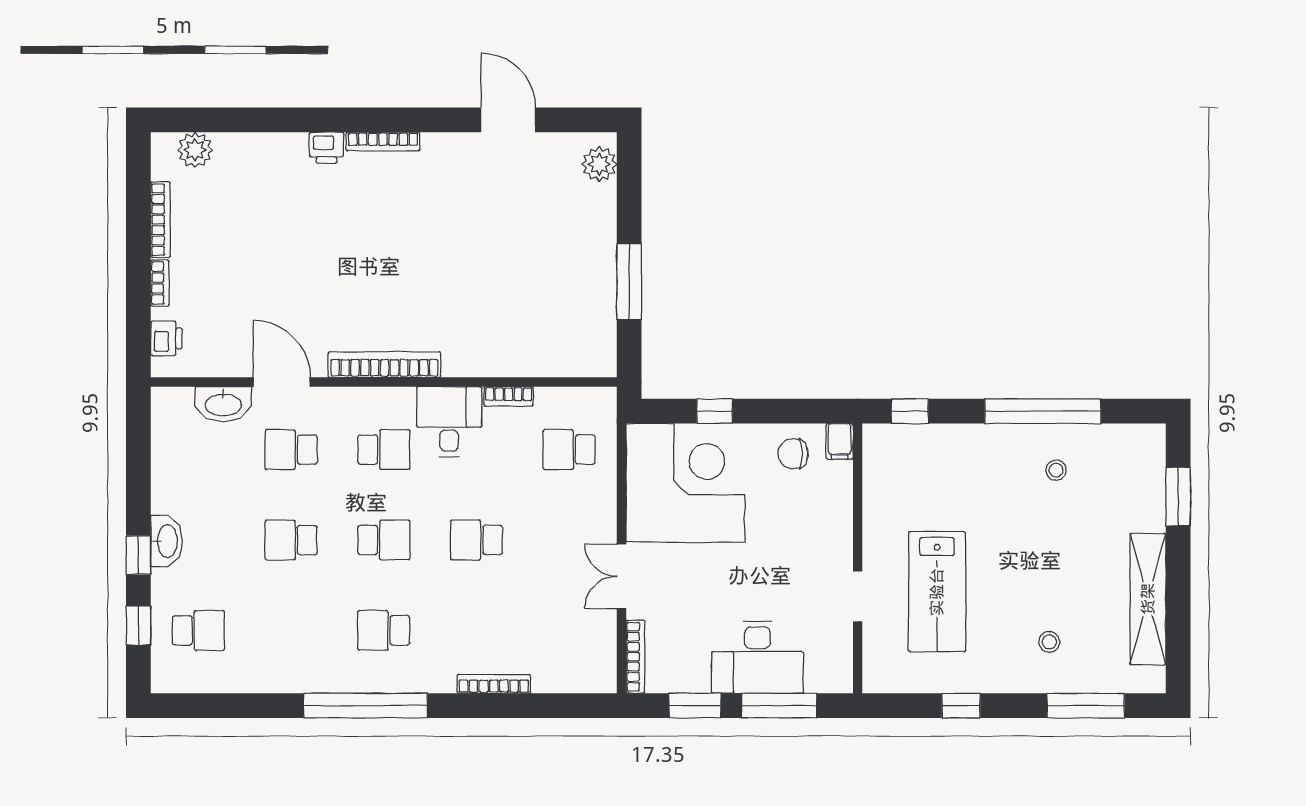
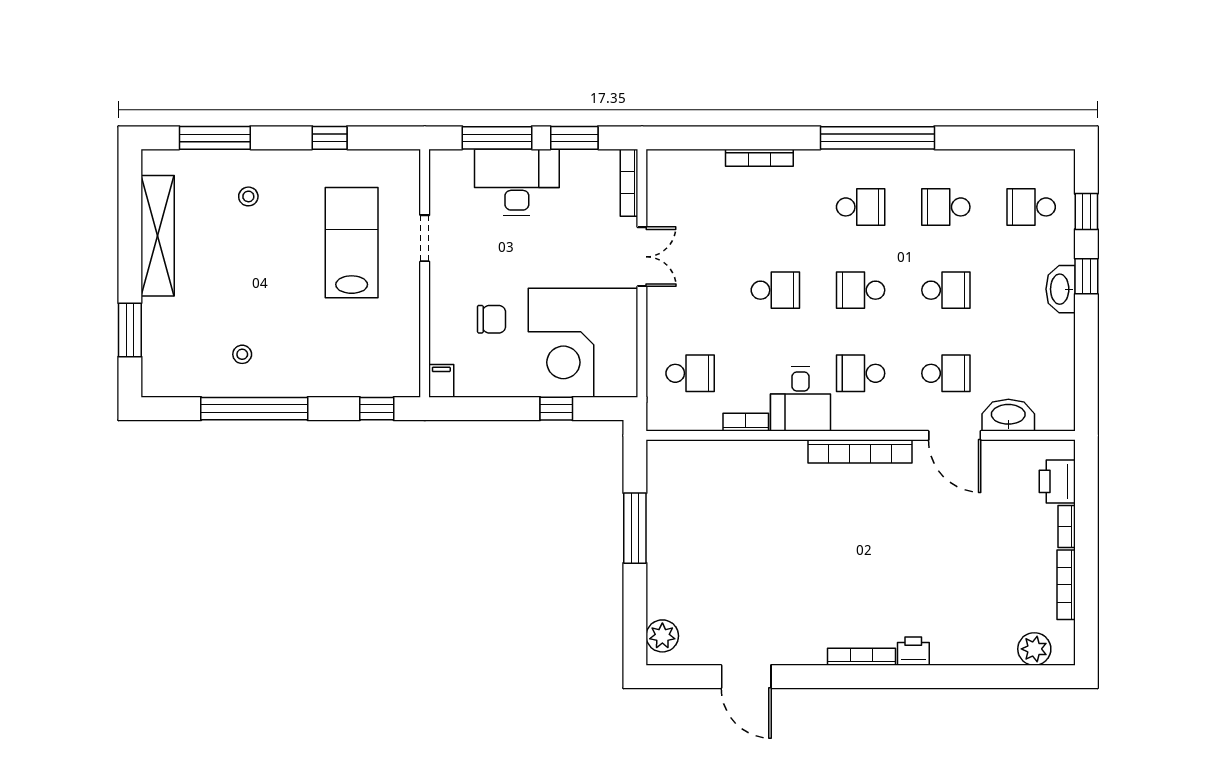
printer: (166, 338) -> (1057, 481), width x1.36, depth x1.24
chair: (793, 454) -> (492, 319), moved
school desk: (291, 630) -> (946, 207), added

